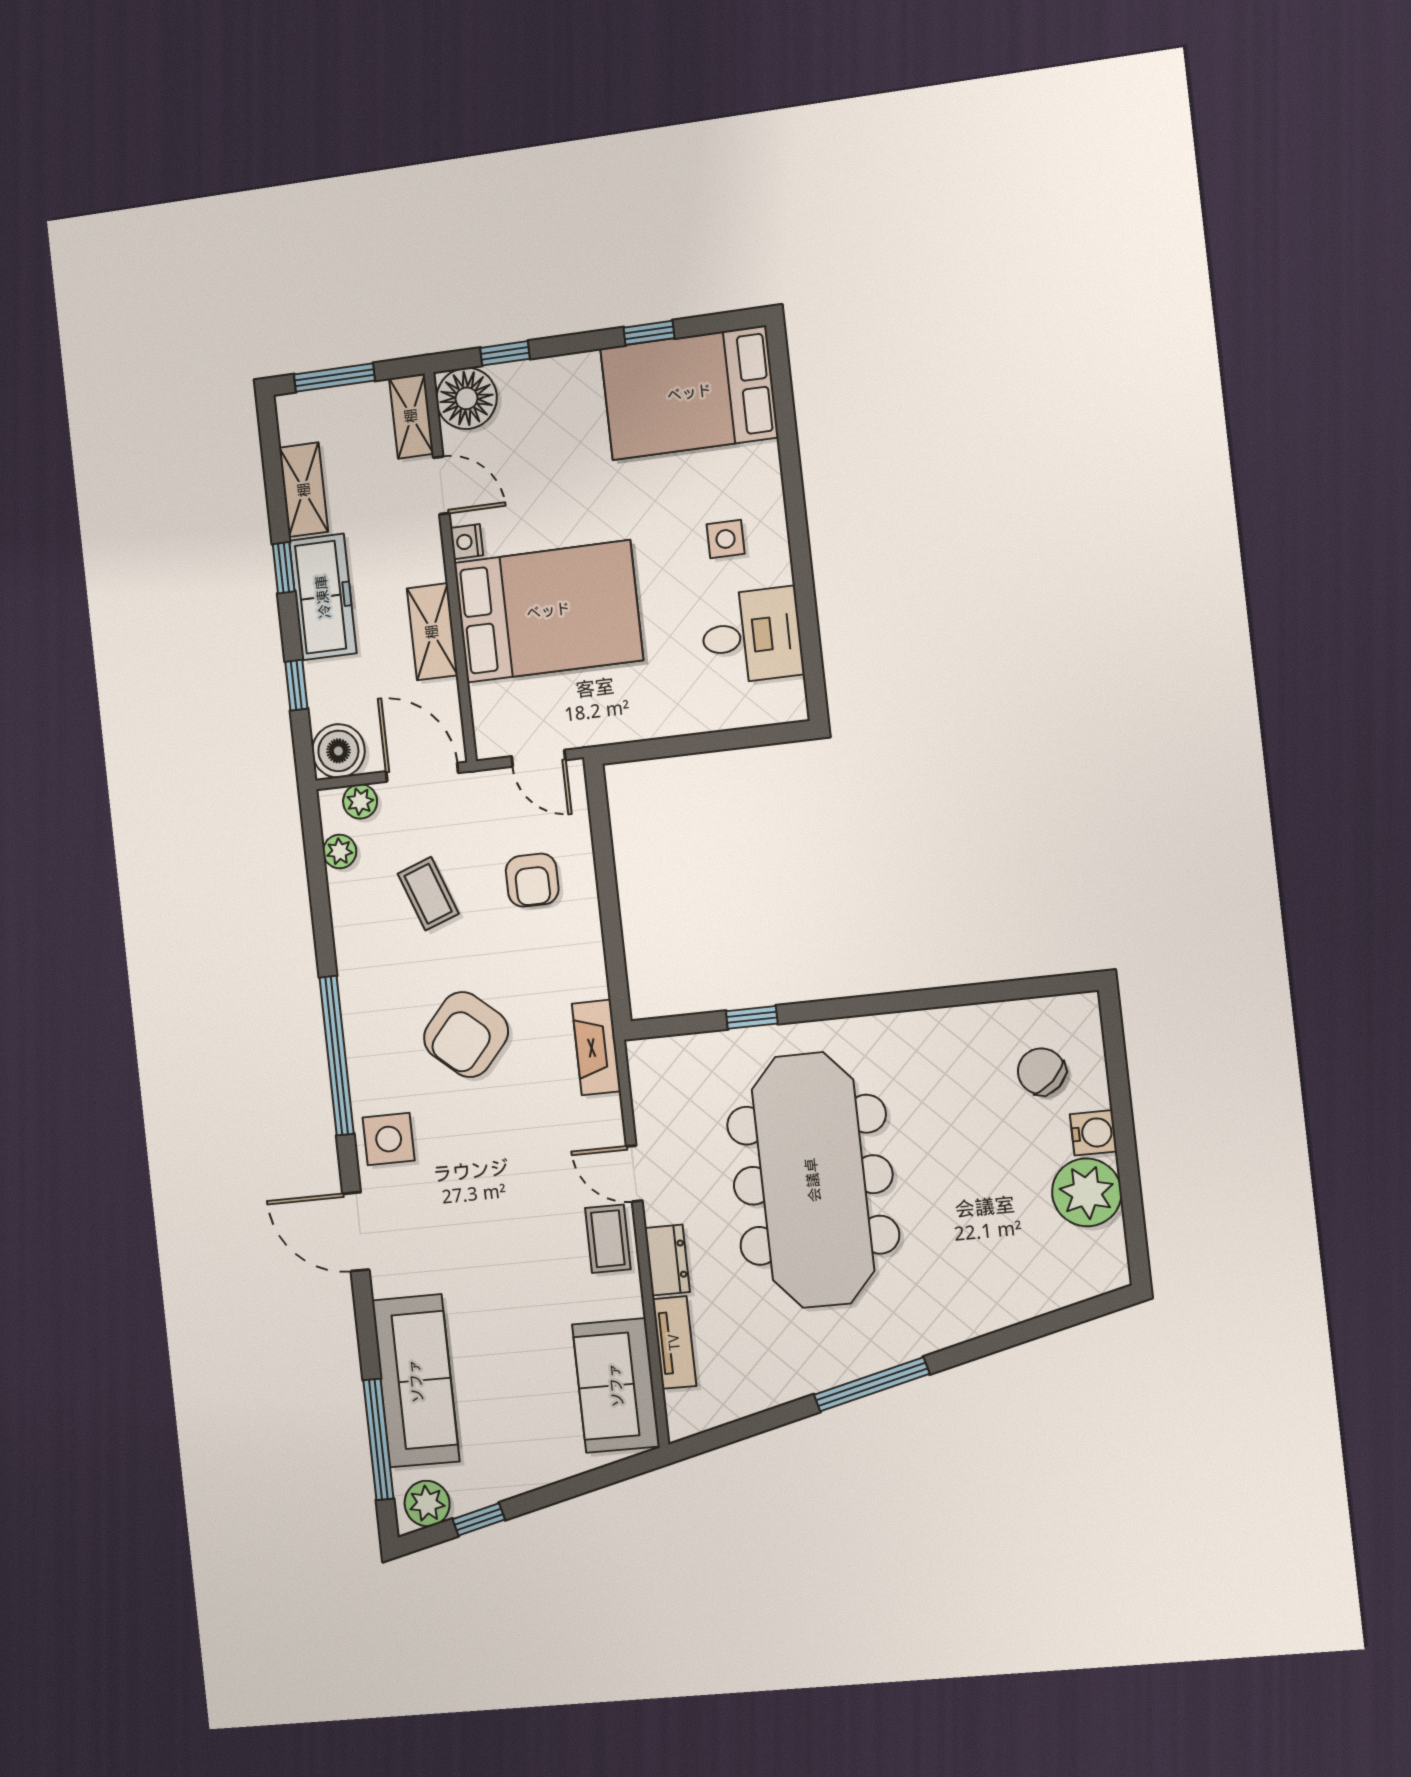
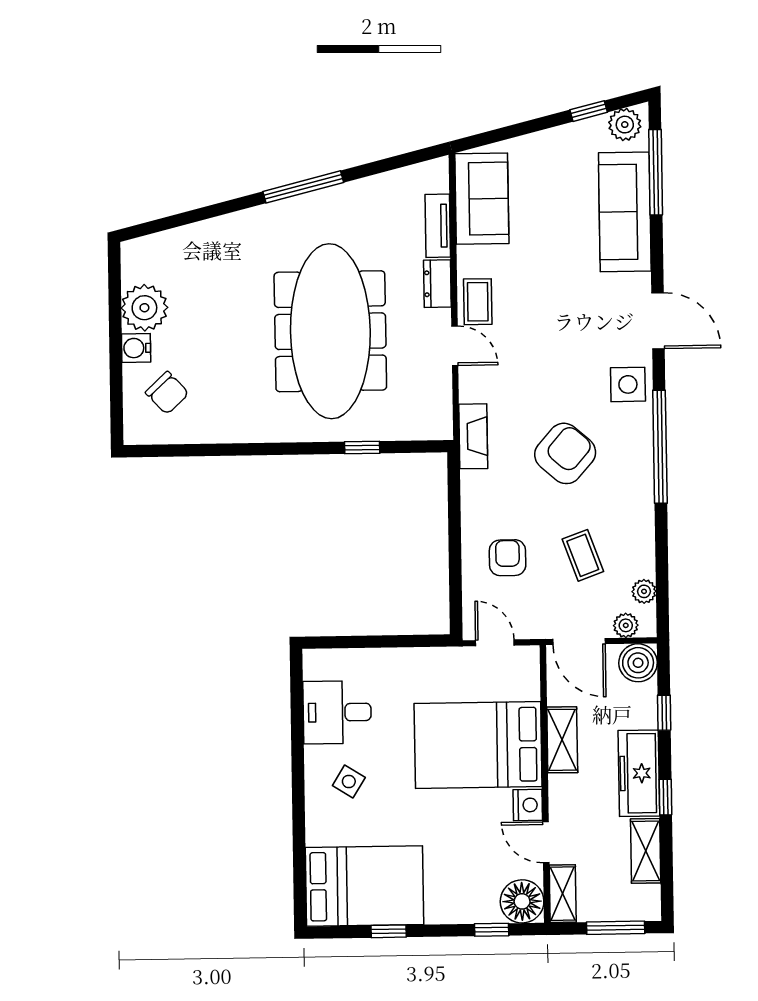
side table: (726, 539) -> (349, 781), turned 32
nightstand: (467, 542) -> (528, 805), width x1.39, depth x1.35

